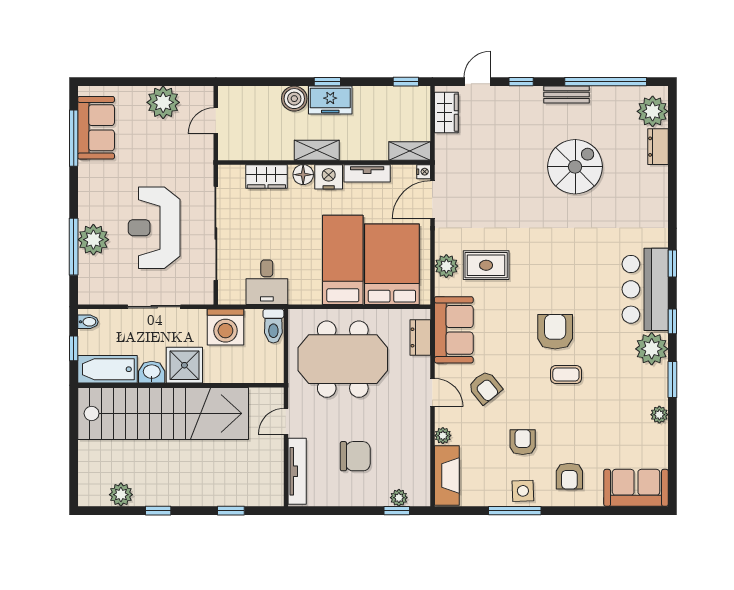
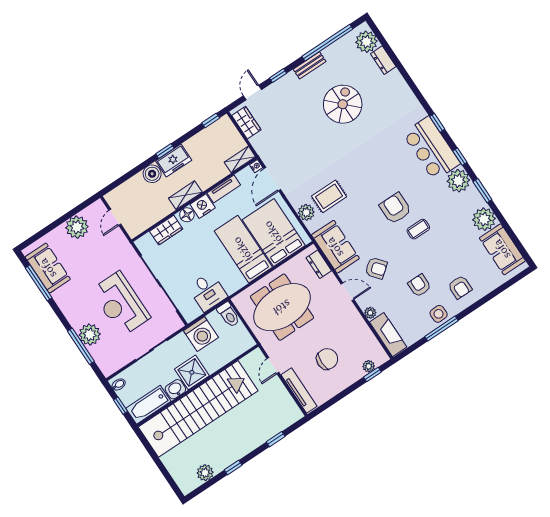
plant: (659, 415) -> (484, 219), width x1.88, depth x1.88
sofa: (636, 488) -> (502, 249), moved, turned -90

